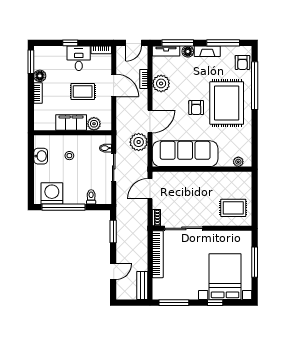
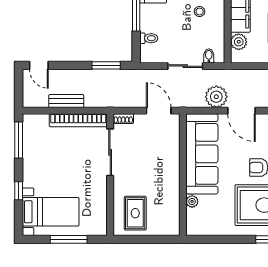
plant: (238, 162) -> (192, 201), moved
door: (113, 272) -> (39, 65), moved
bed with nightstands: (225, 277) -> (51, 212), width x0.73
bench: (142, 285) -> (66, 101), moved

